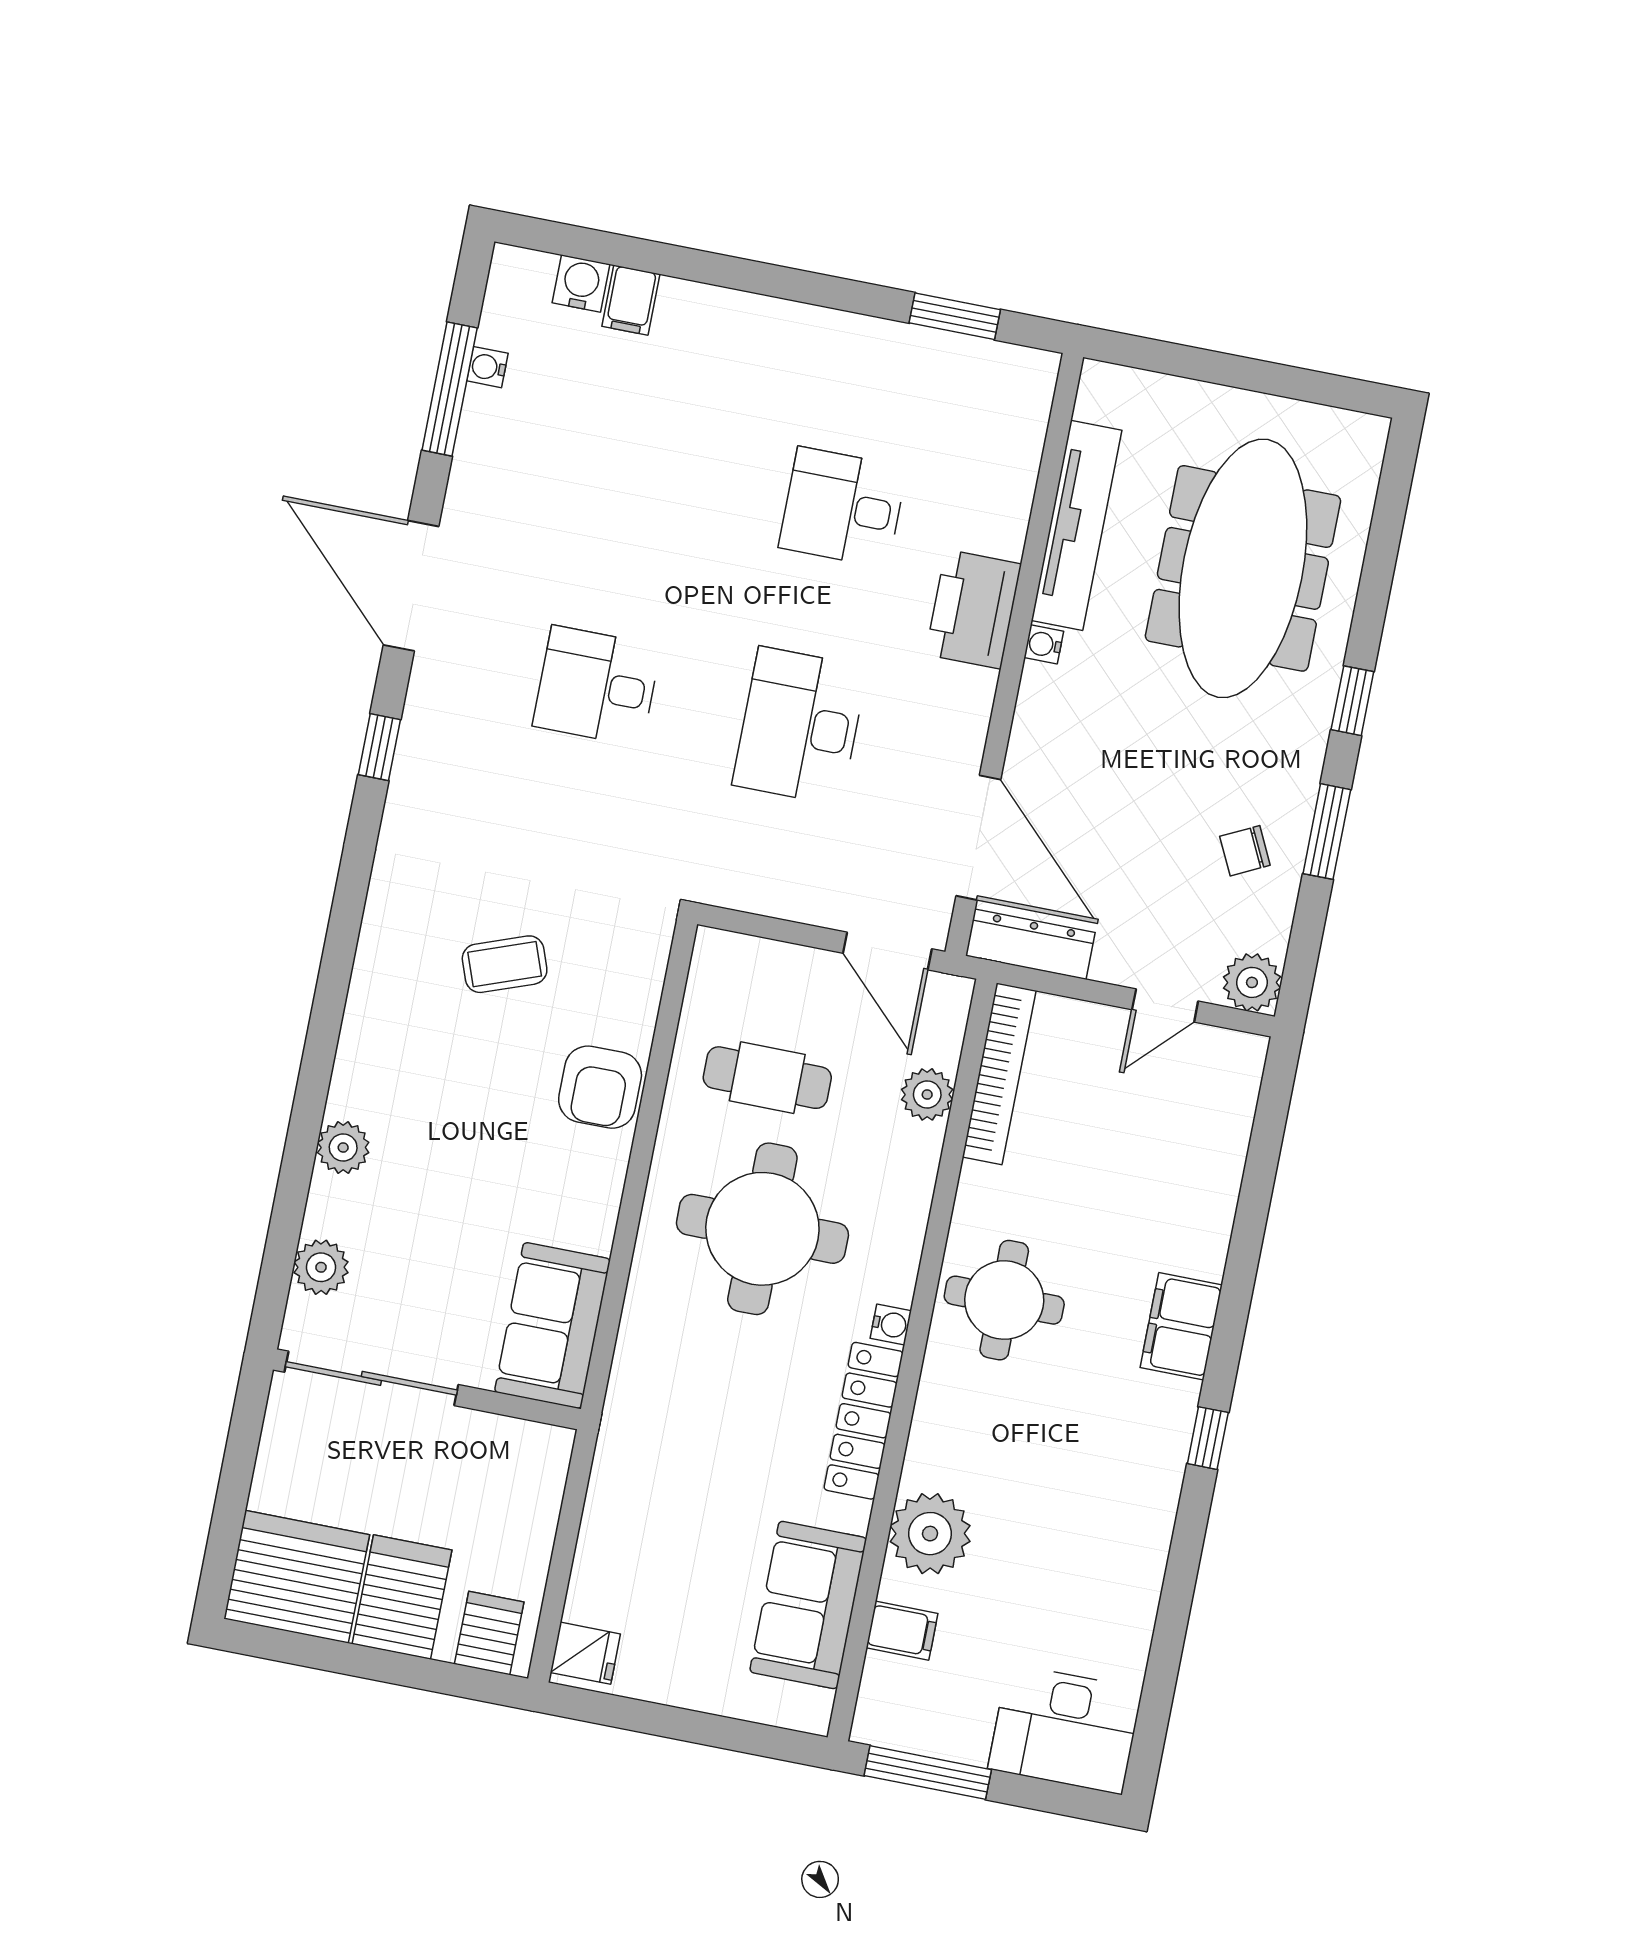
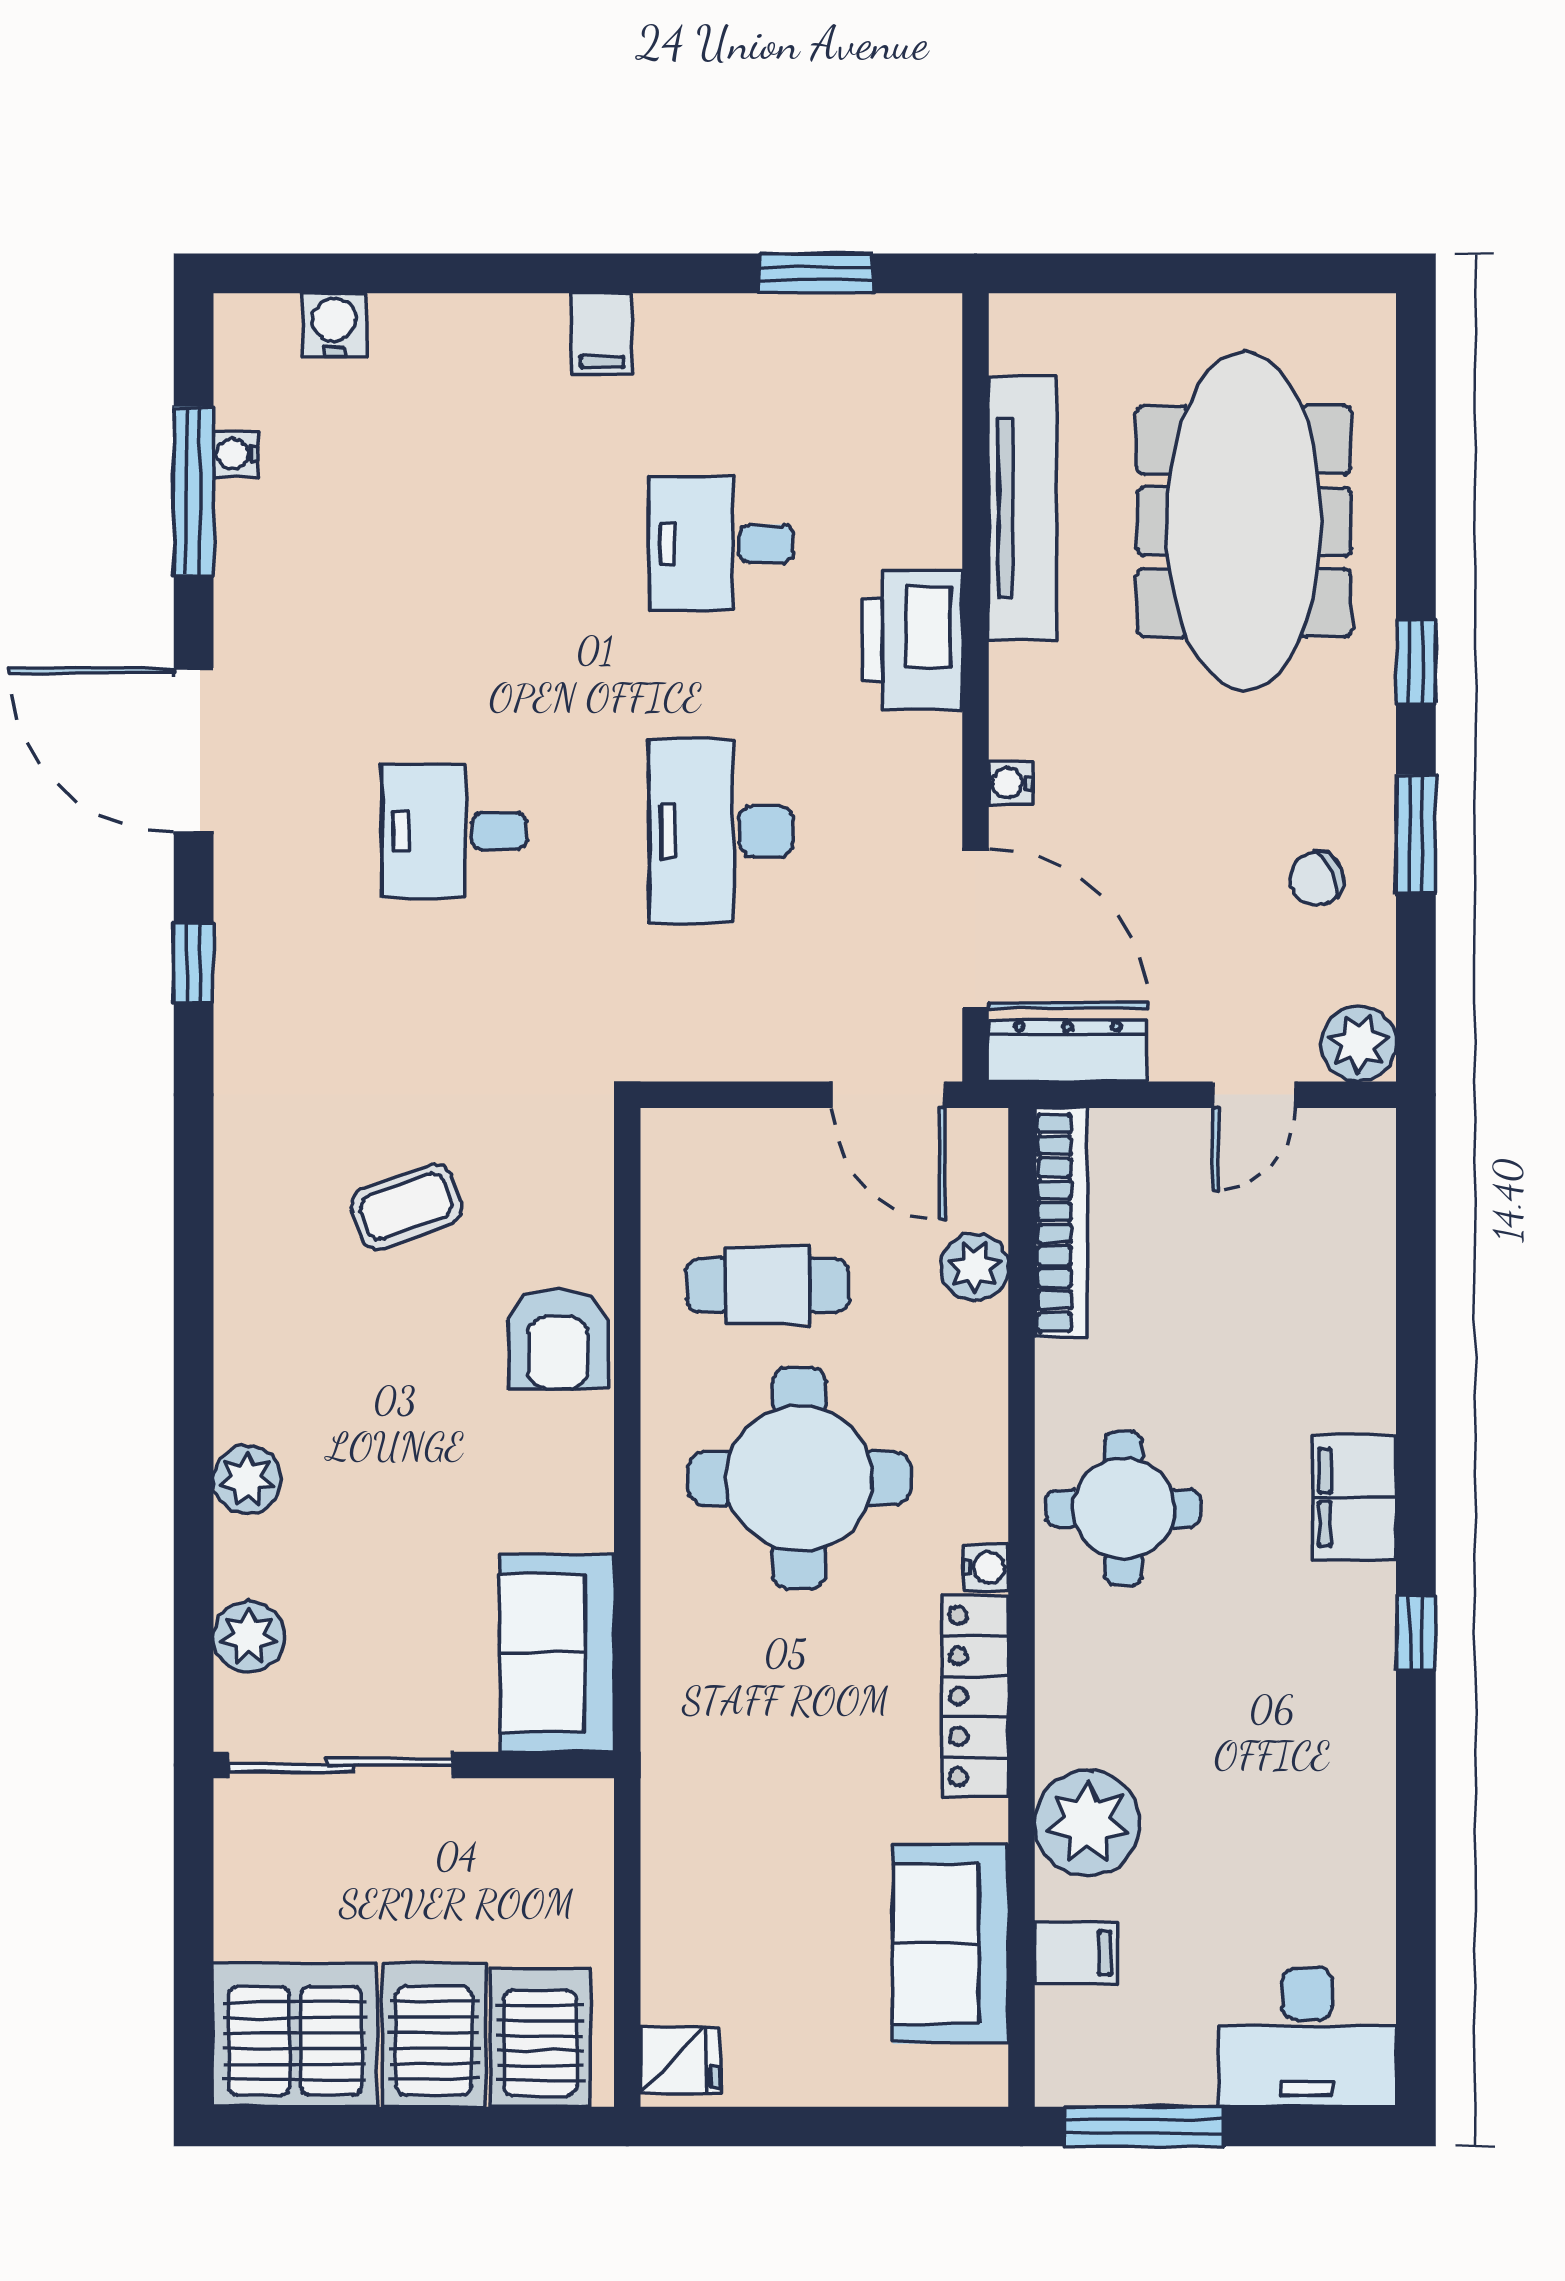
filing cabinet: (631, 300) -> (602, 333), moved
water cooler: (1044, 644) -> (1011, 783), moved
server rack: (489, 1633) -> (540, 2037), width x1.36, depth x1.44

